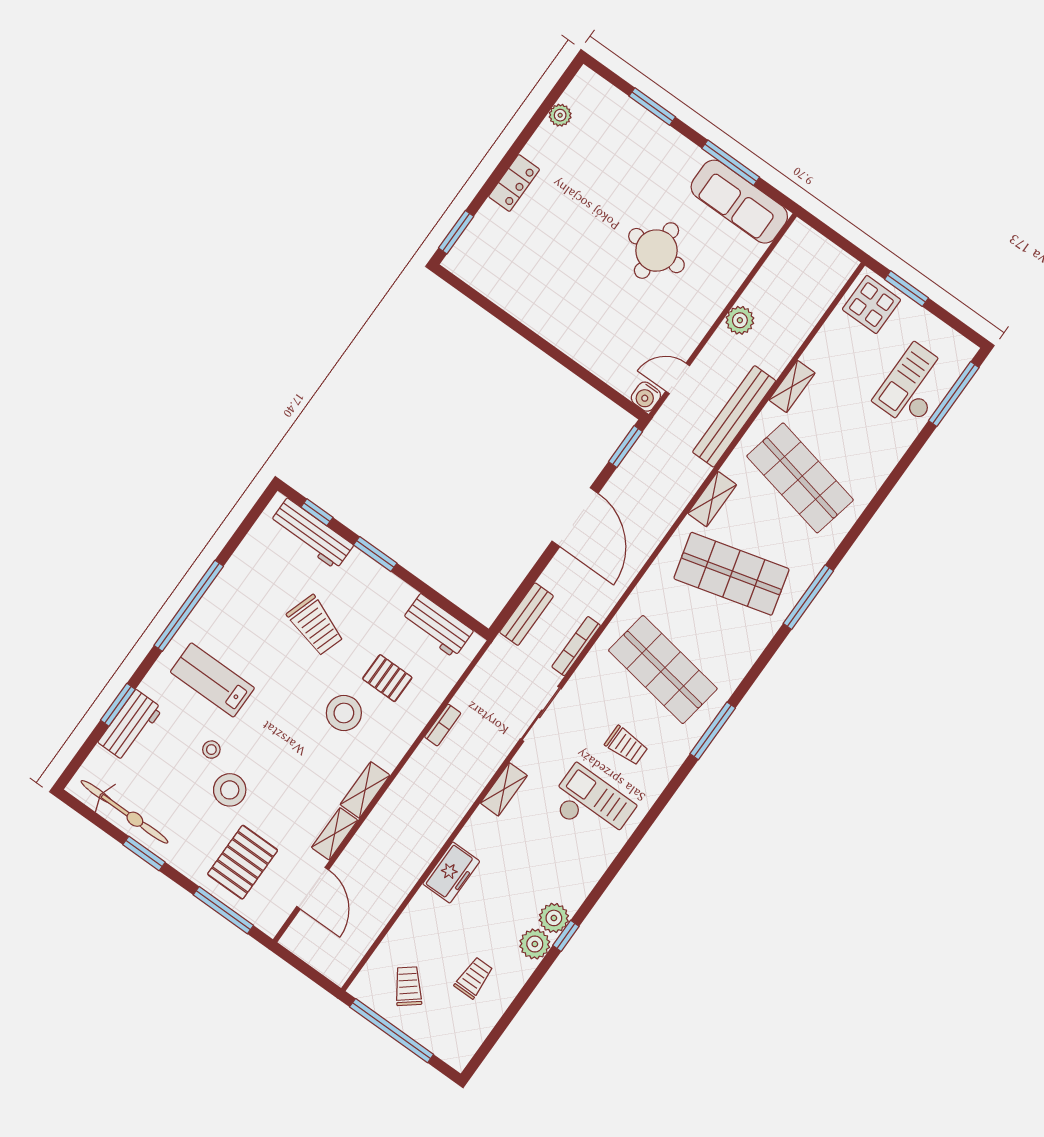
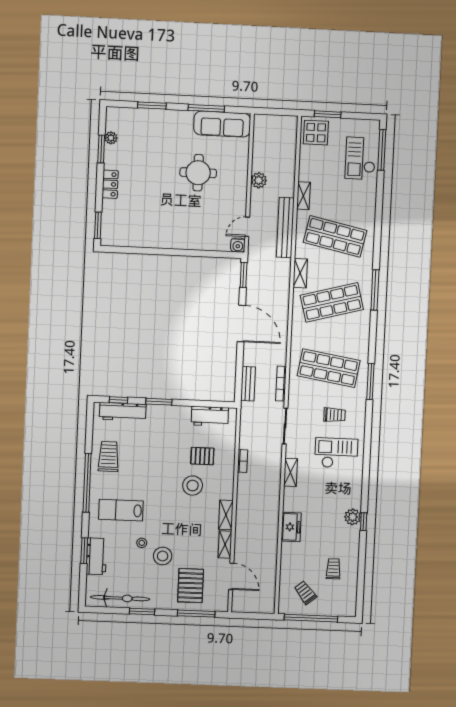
window: (535, 122) -> (101, 149), added
trolley: (315, 625) -> (109, 457), moved, turned -108
plant: (535, 944) -> (352, 535), removed

